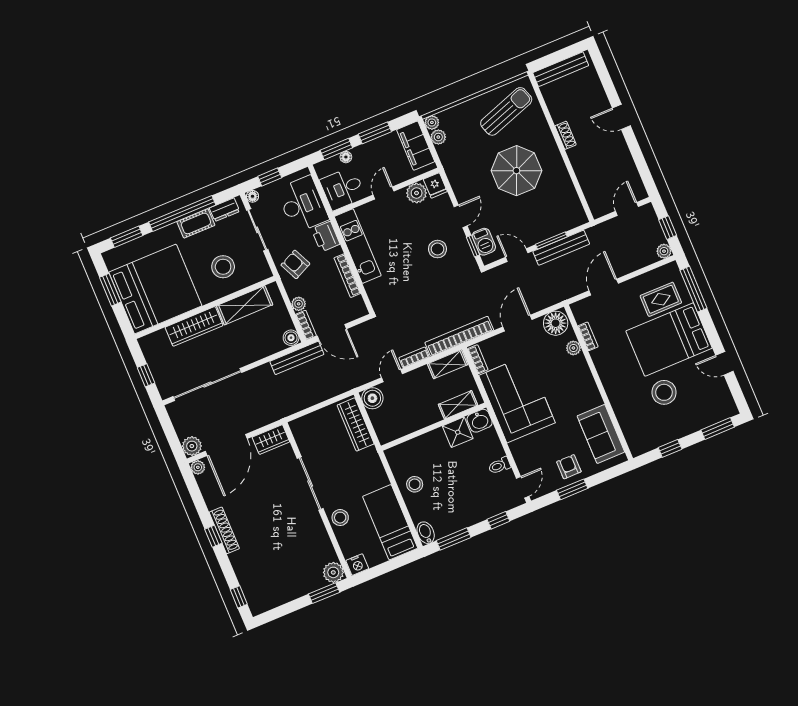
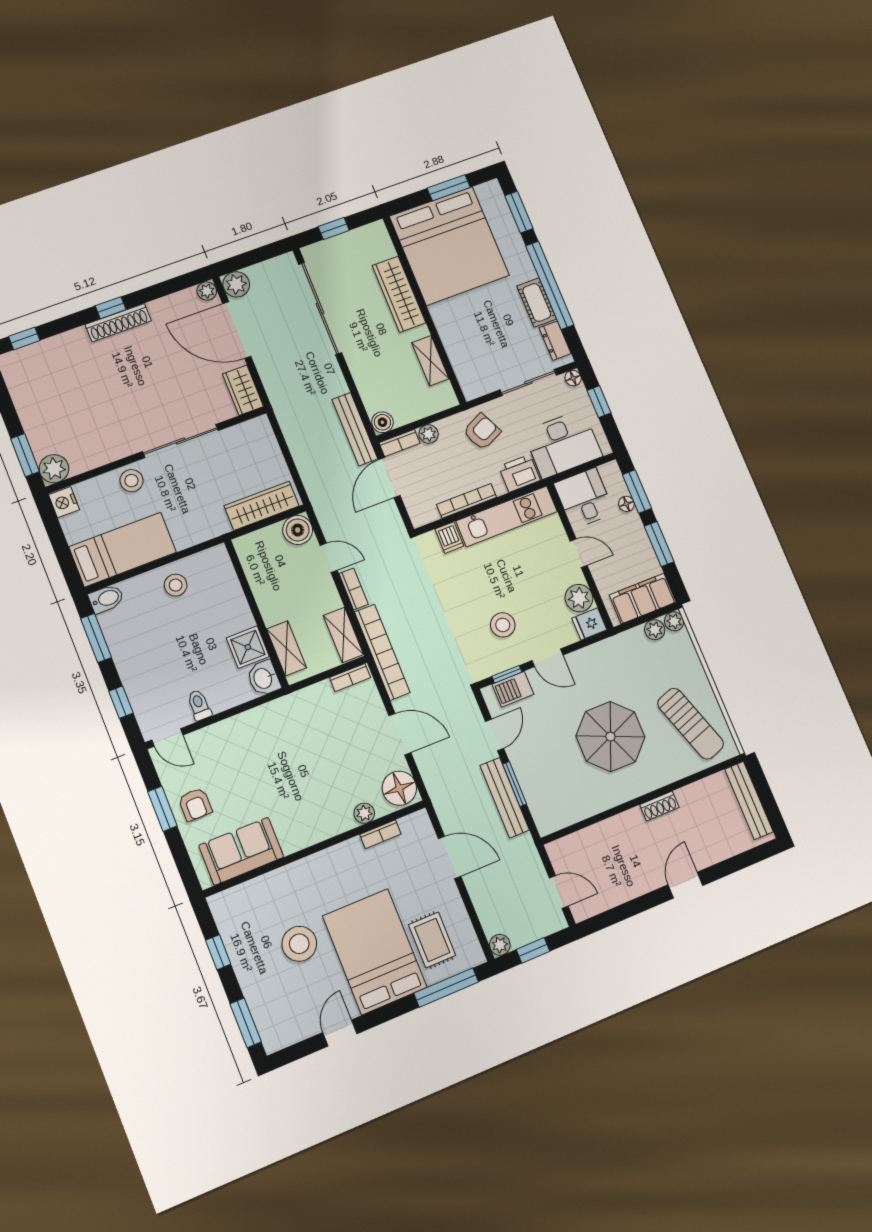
stool: (223, 267) -> (479, 336), removed
dishwasher: (375, 288) -> (449, 538), added
shelving: (245, 305) -> (430, 361), width x0.67, depth x0.75
corner sofa: (517, 399) -> (293, 732), removed
armchair: (569, 467) -> (195, 804), turned 90

